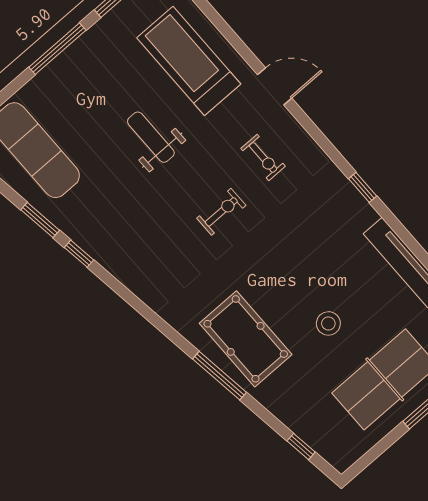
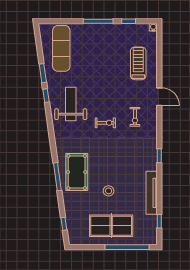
treadmill: (189, 61) -> (138, 63), width x0.73, depth x0.73
weight bench: (151, 137) -> (71, 104), moved, width x1.36, depth x1.33

